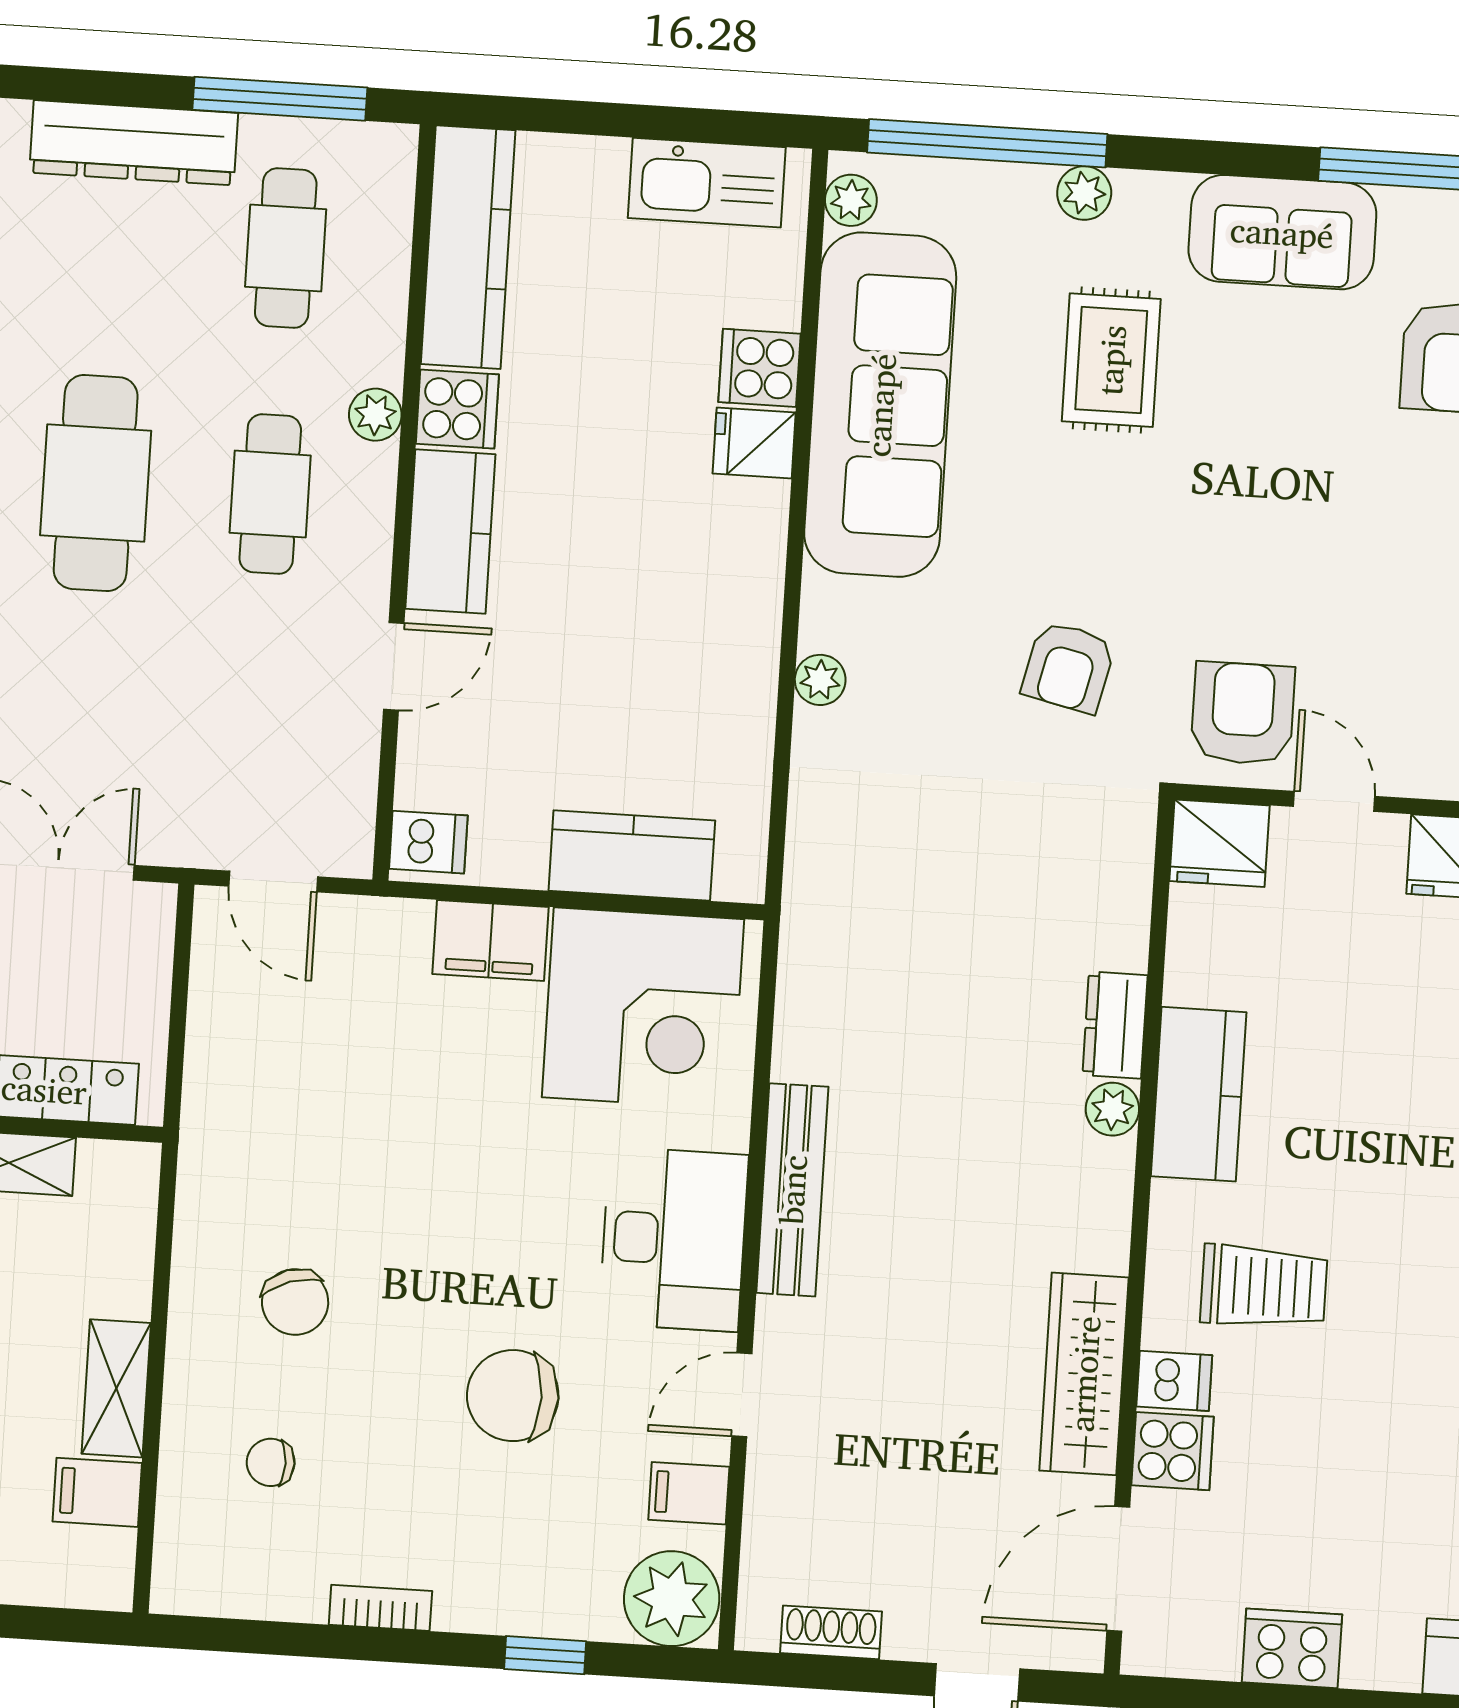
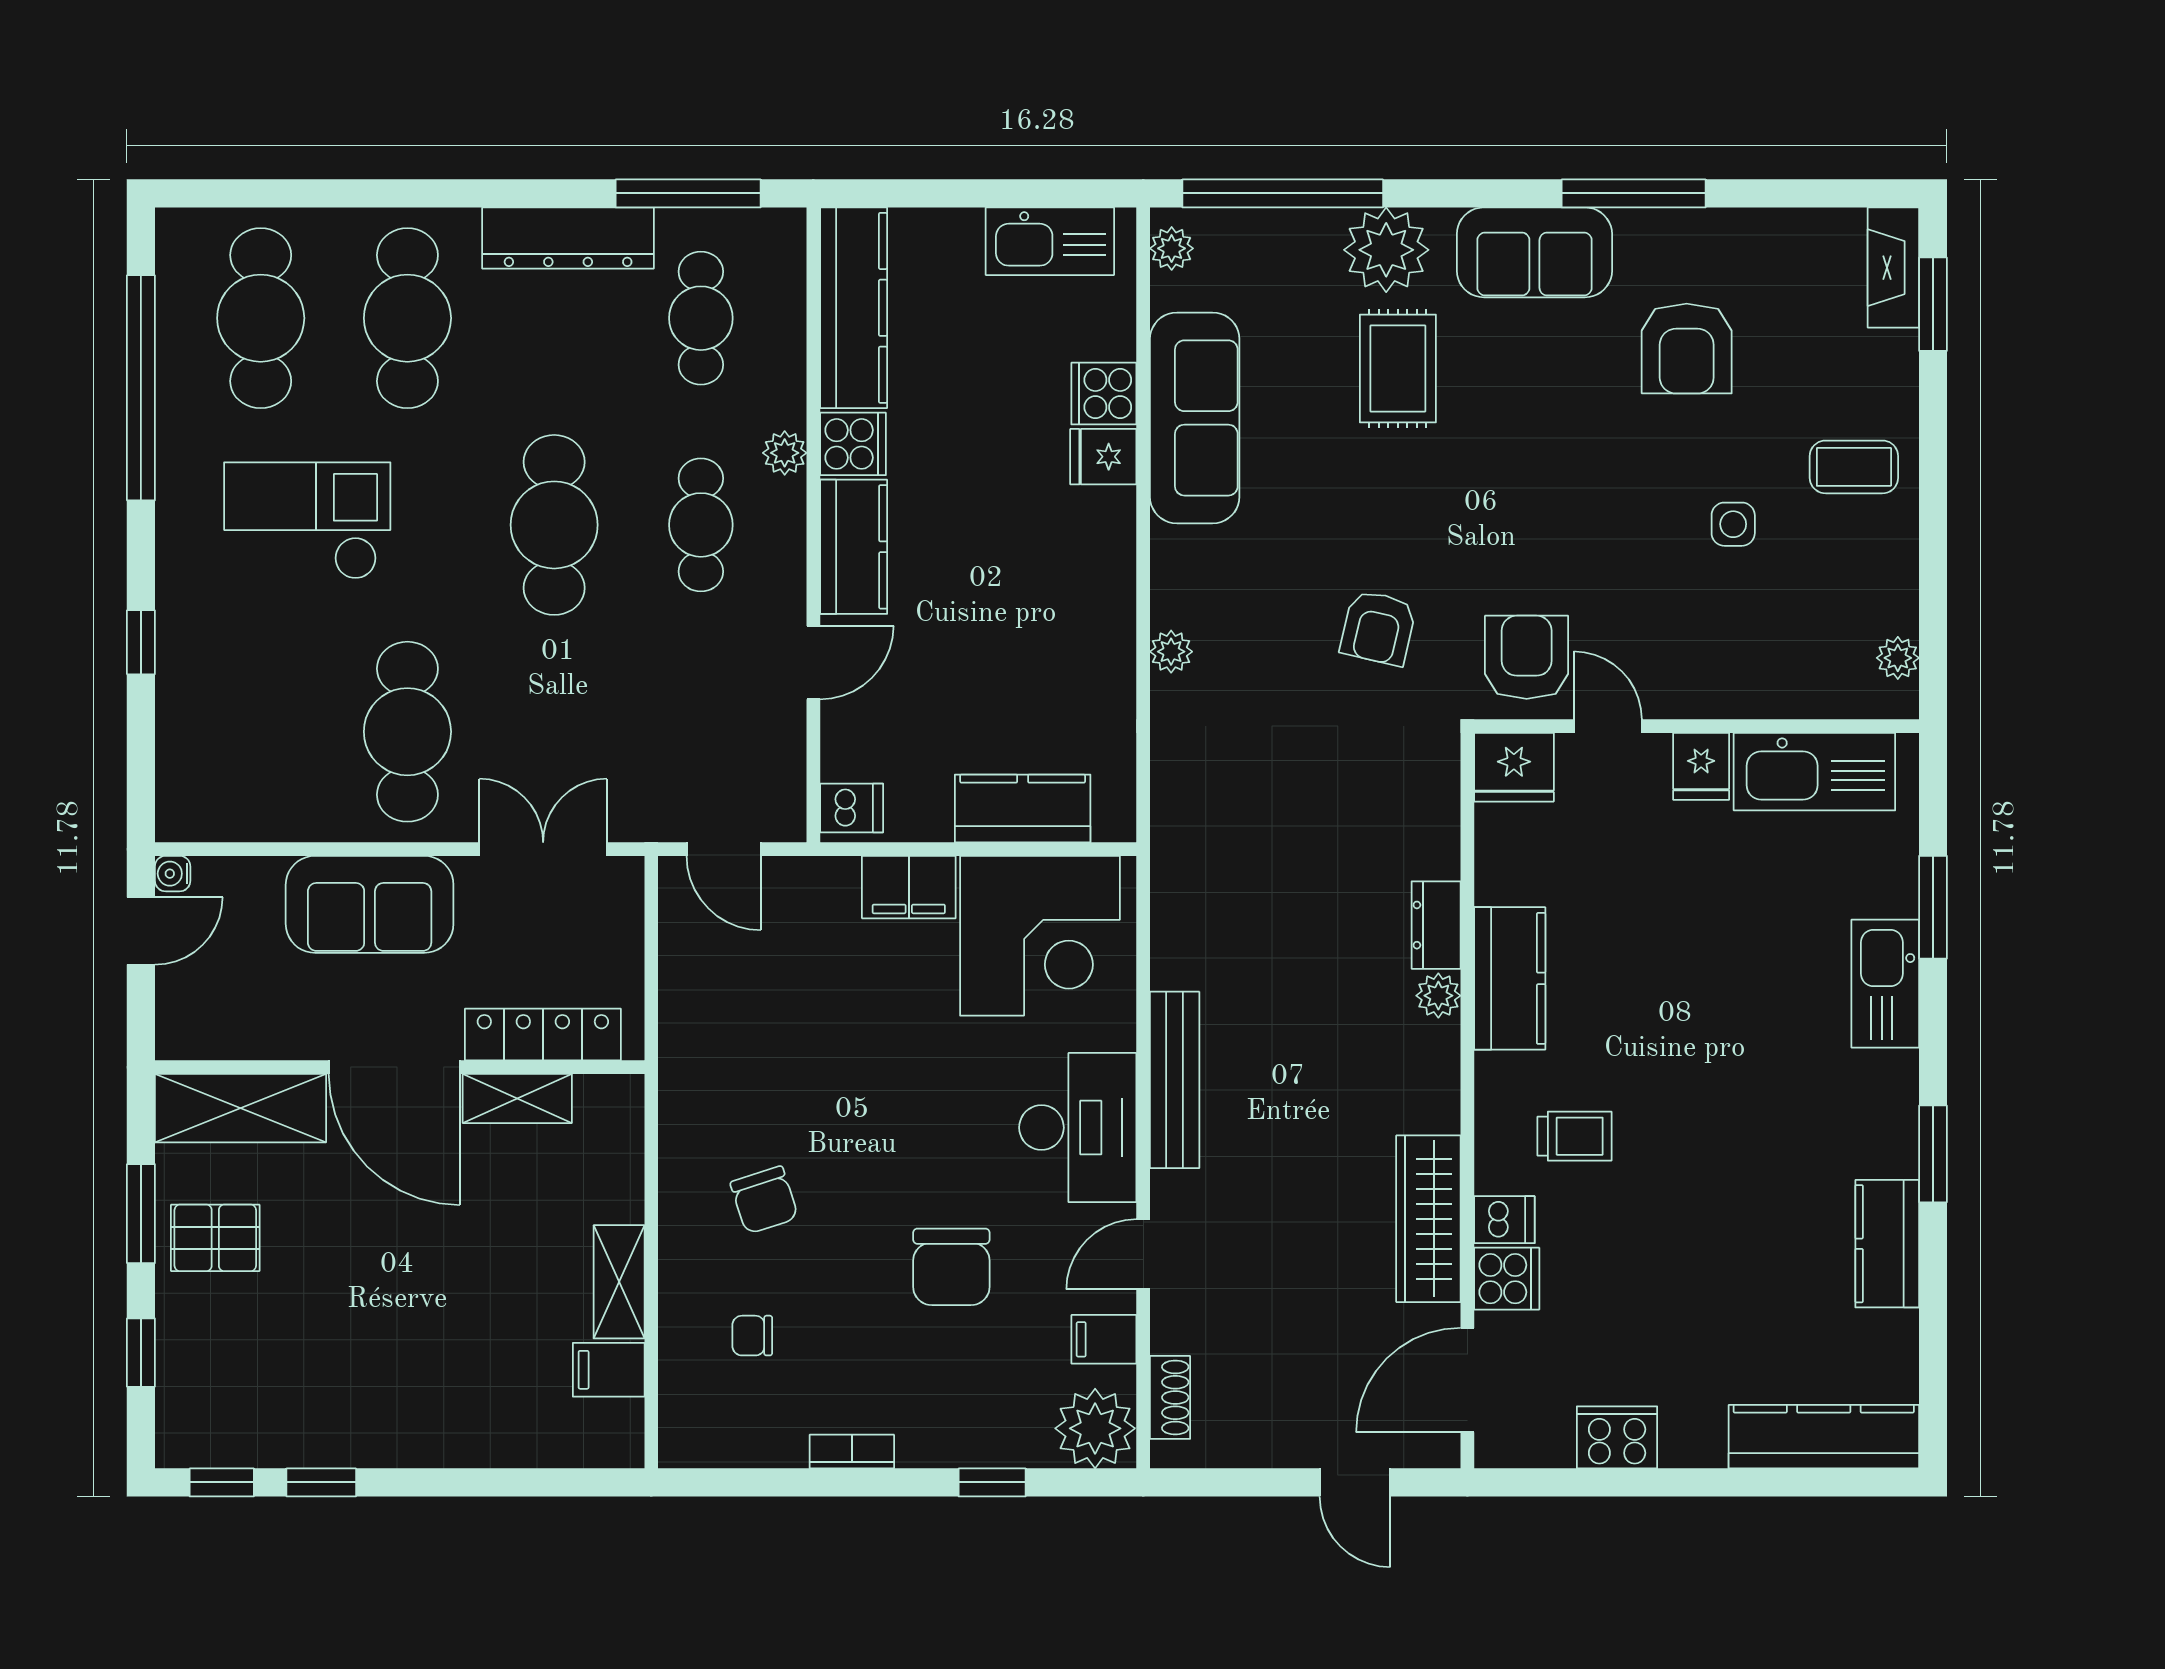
plant: (1084, 193) -> (1386, 250), width x1.87, depth x1.87
sofa: (880, 405) -> (1195, 418), width x0.74, depth x0.79
trolley: (1264, 1287) -> (1575, 1136), width x0.73, depth x0.72
chair: (513, 1396) -> (951, 1267), turned -90
shoe rack: (831, 1632) -> (1170, 1397), moved, turned 90

